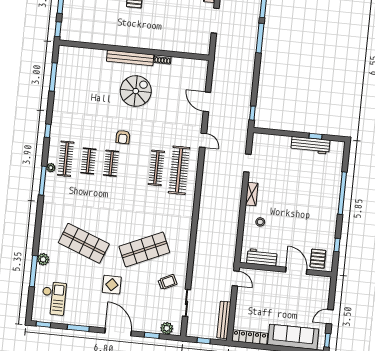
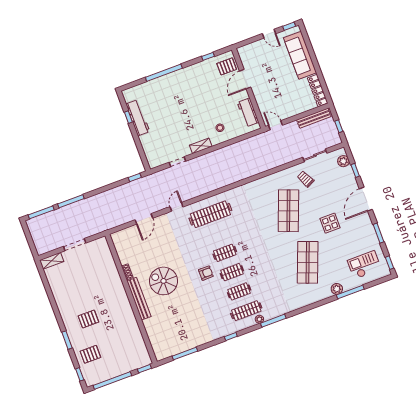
clothes rail: (156, 168) -> (225, 253), moved, width x0.73
shop shelf: (144, 249) -> (288, 211), turned 45
door: (236, 278) -> (276, 125), hinge flipped

